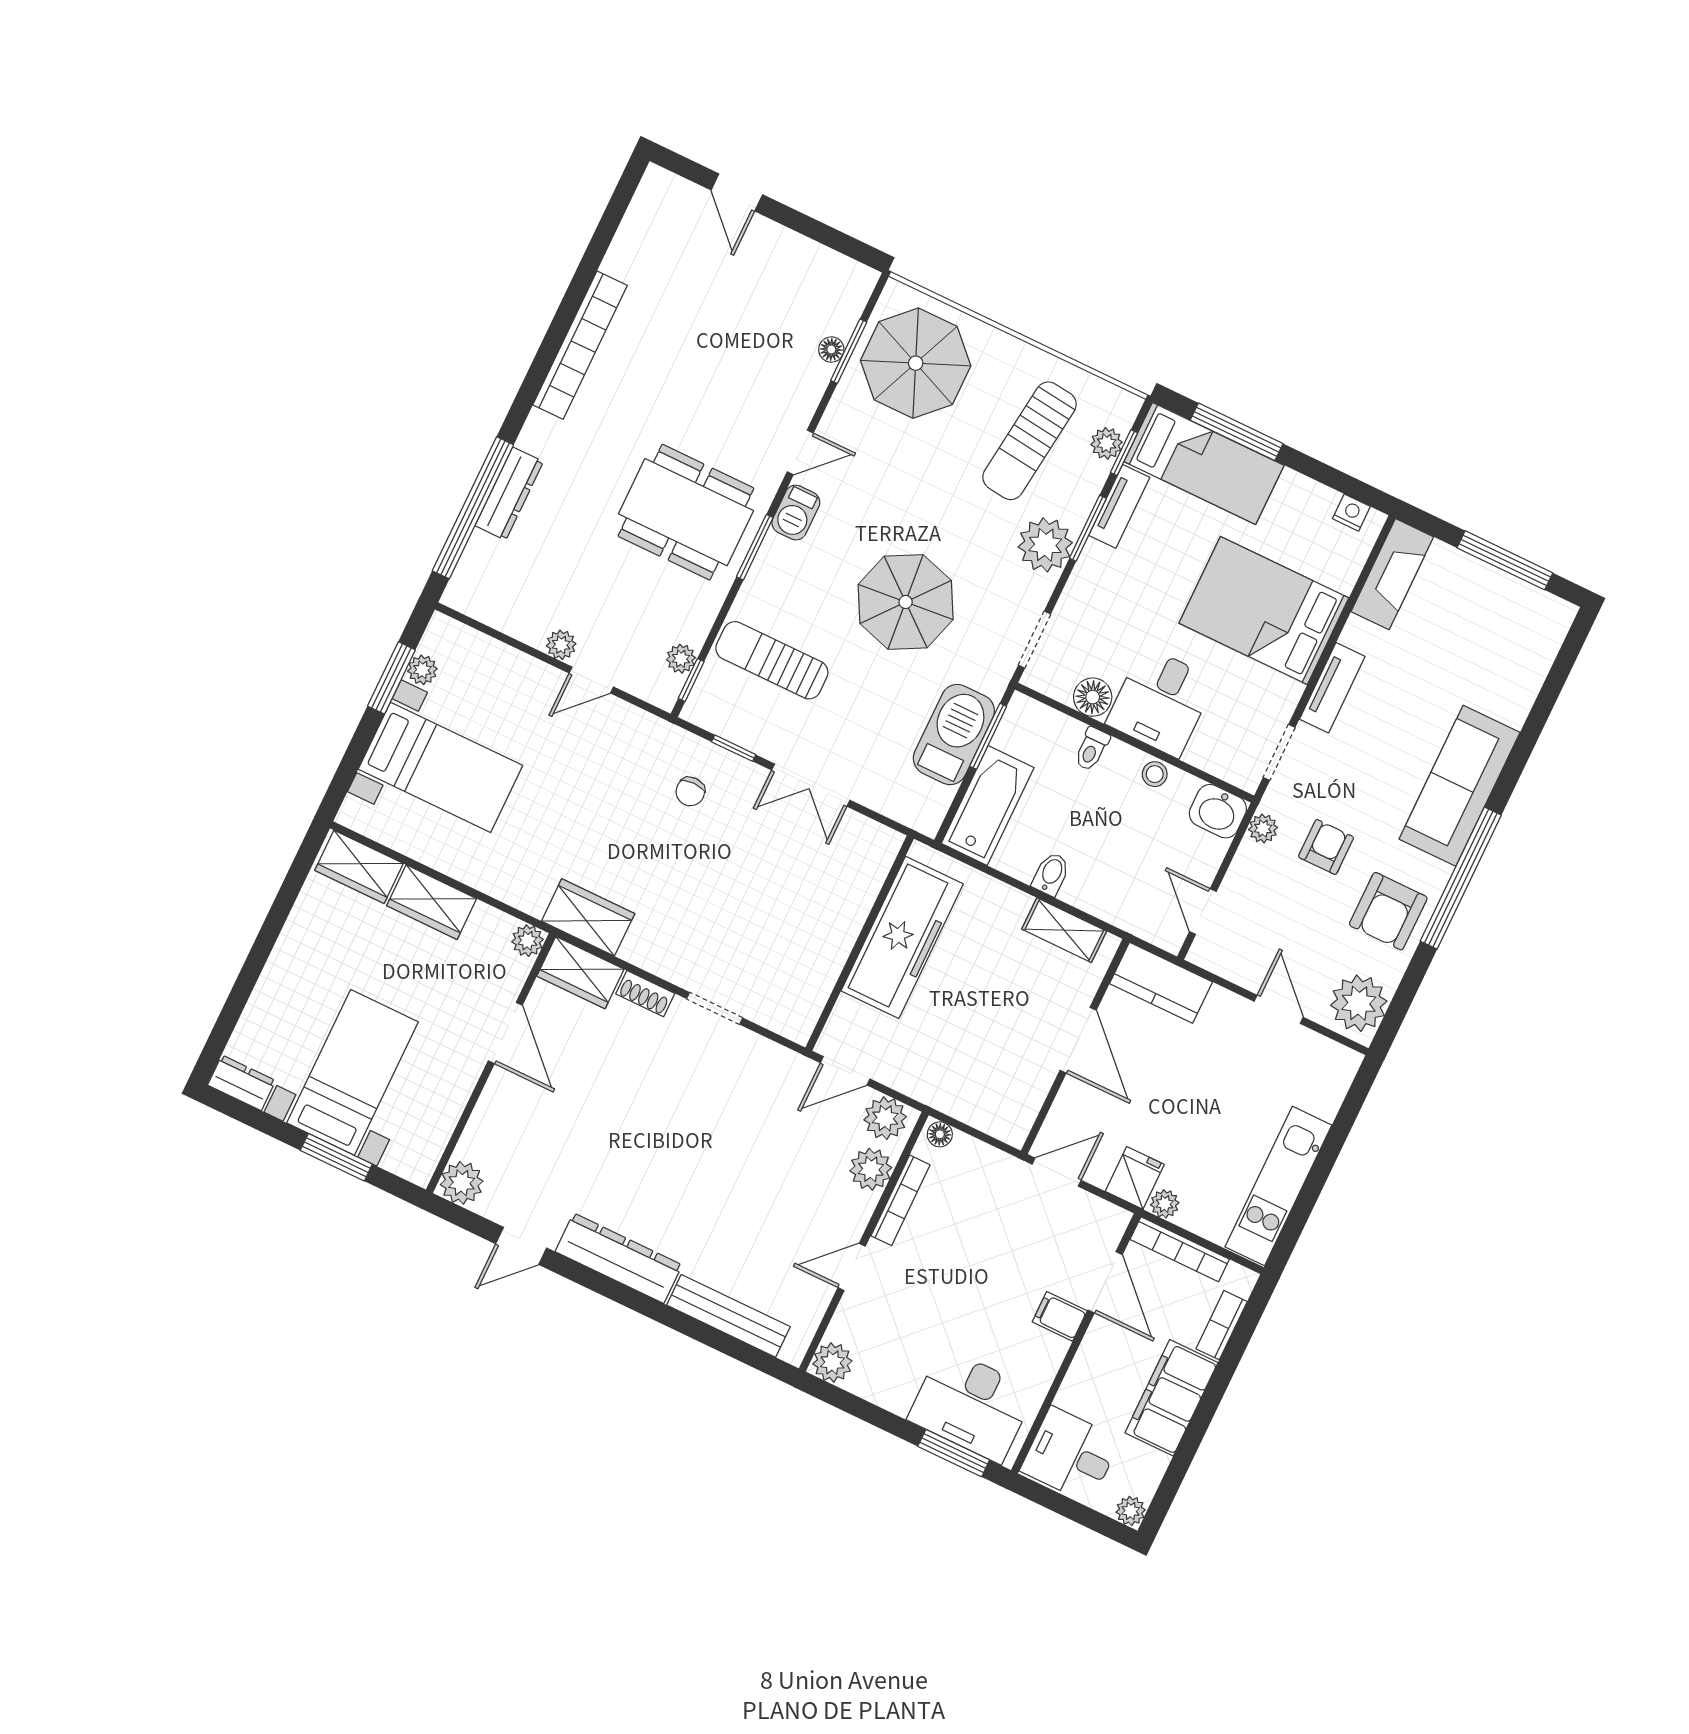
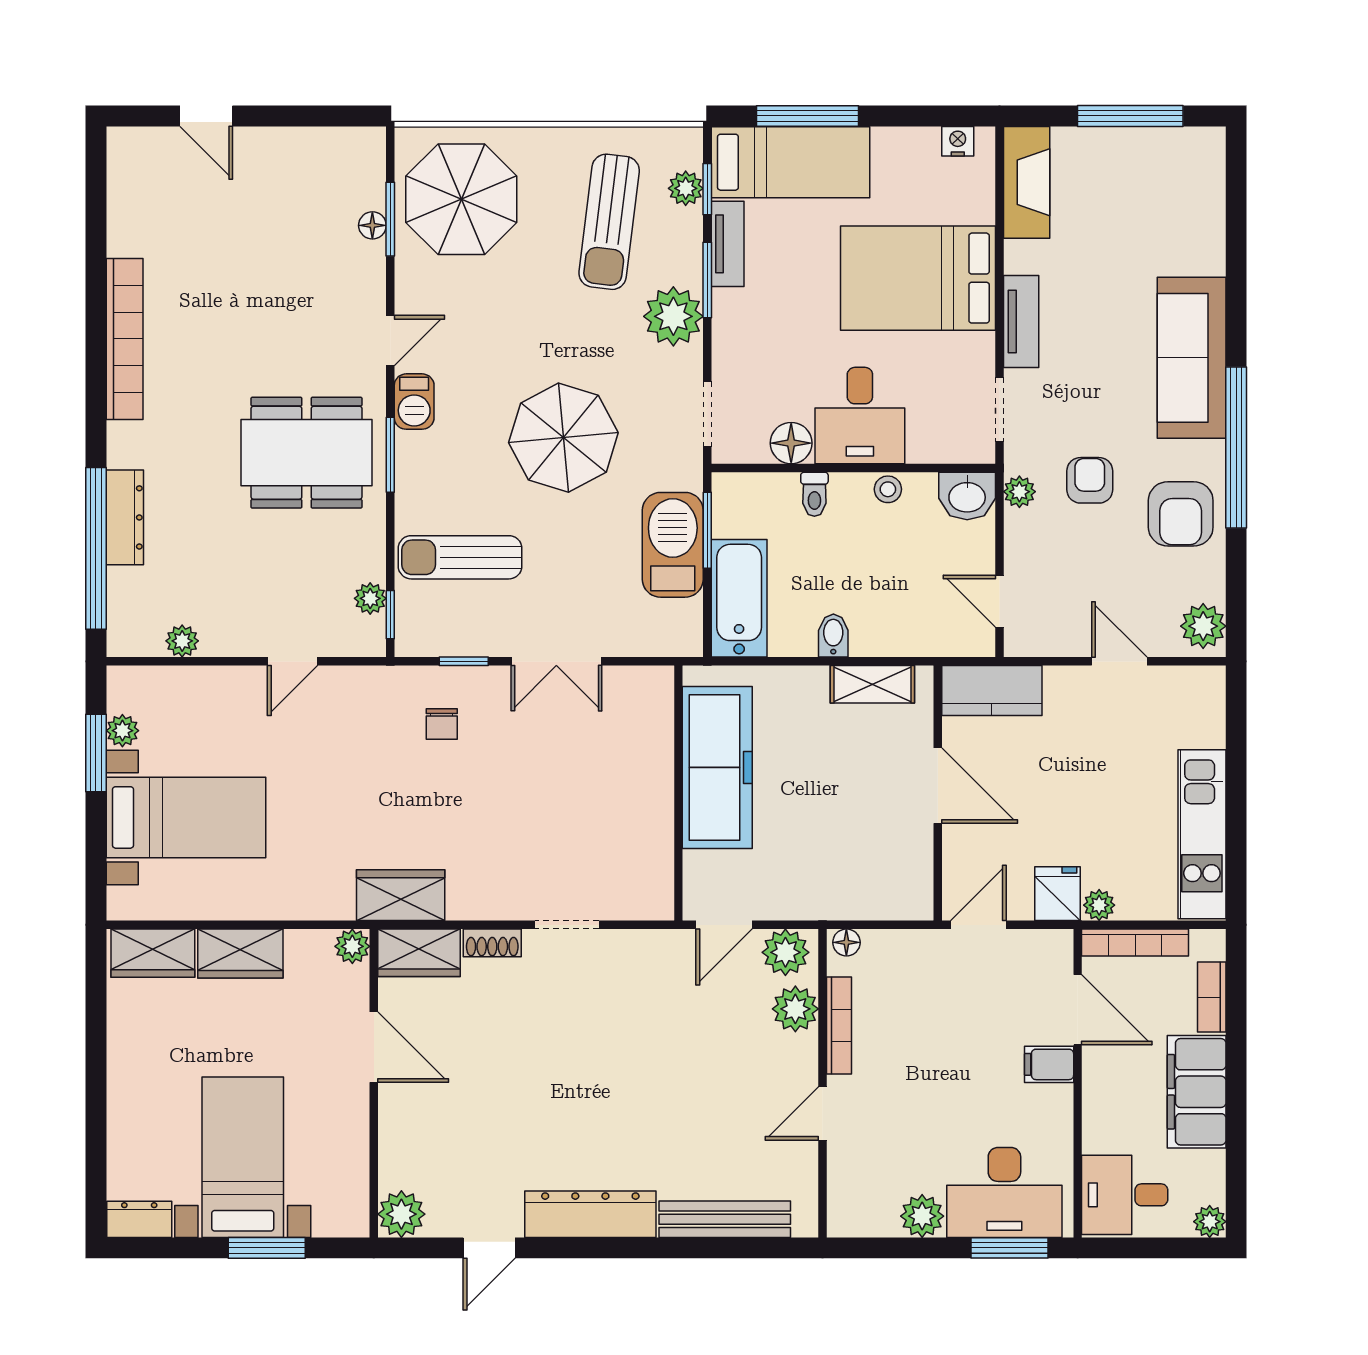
plant: (561, 645) -> (182, 641), moved
plant: (1359, 1003) -> (1203, 626), width x0.73, depth x0.73
plant: (832, 1362) -> (922, 1216), moved

